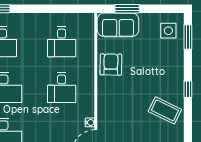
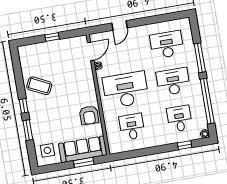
sofa: (118, 25) -> (83, 149), width x1.36
window: (188, 37) -> (28, 130), moved
desk: (62, 88) -> (126, 90), width x1.87, depth x1.30

